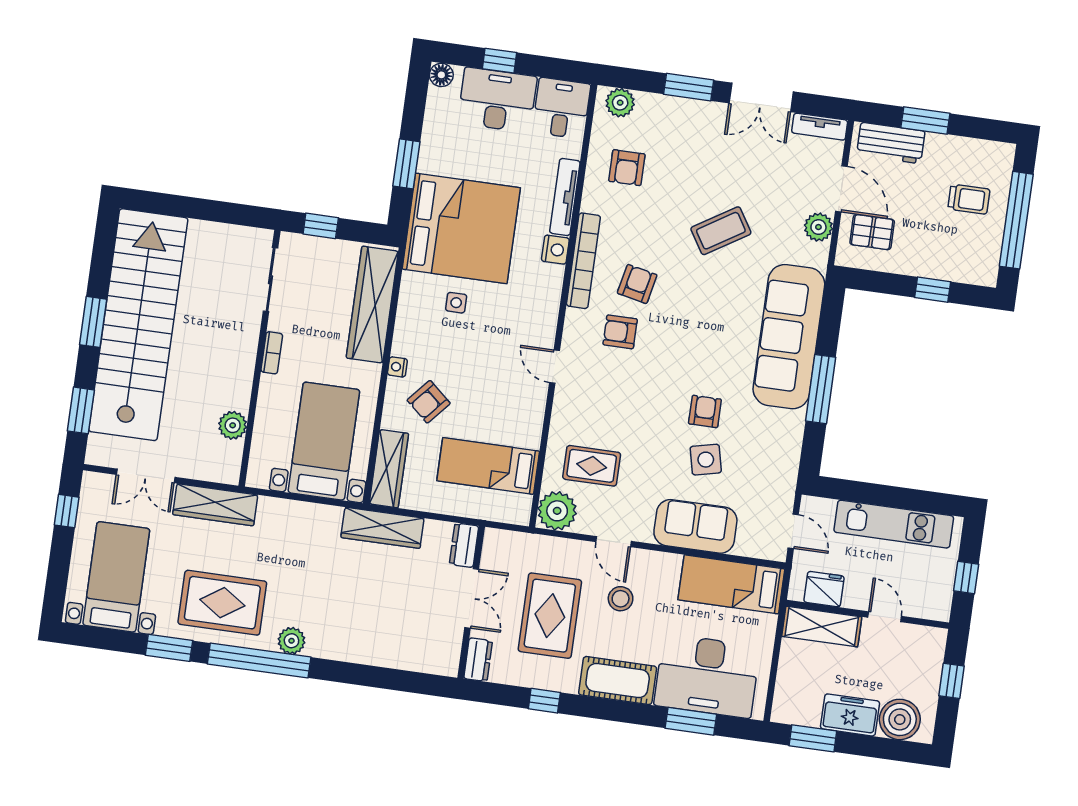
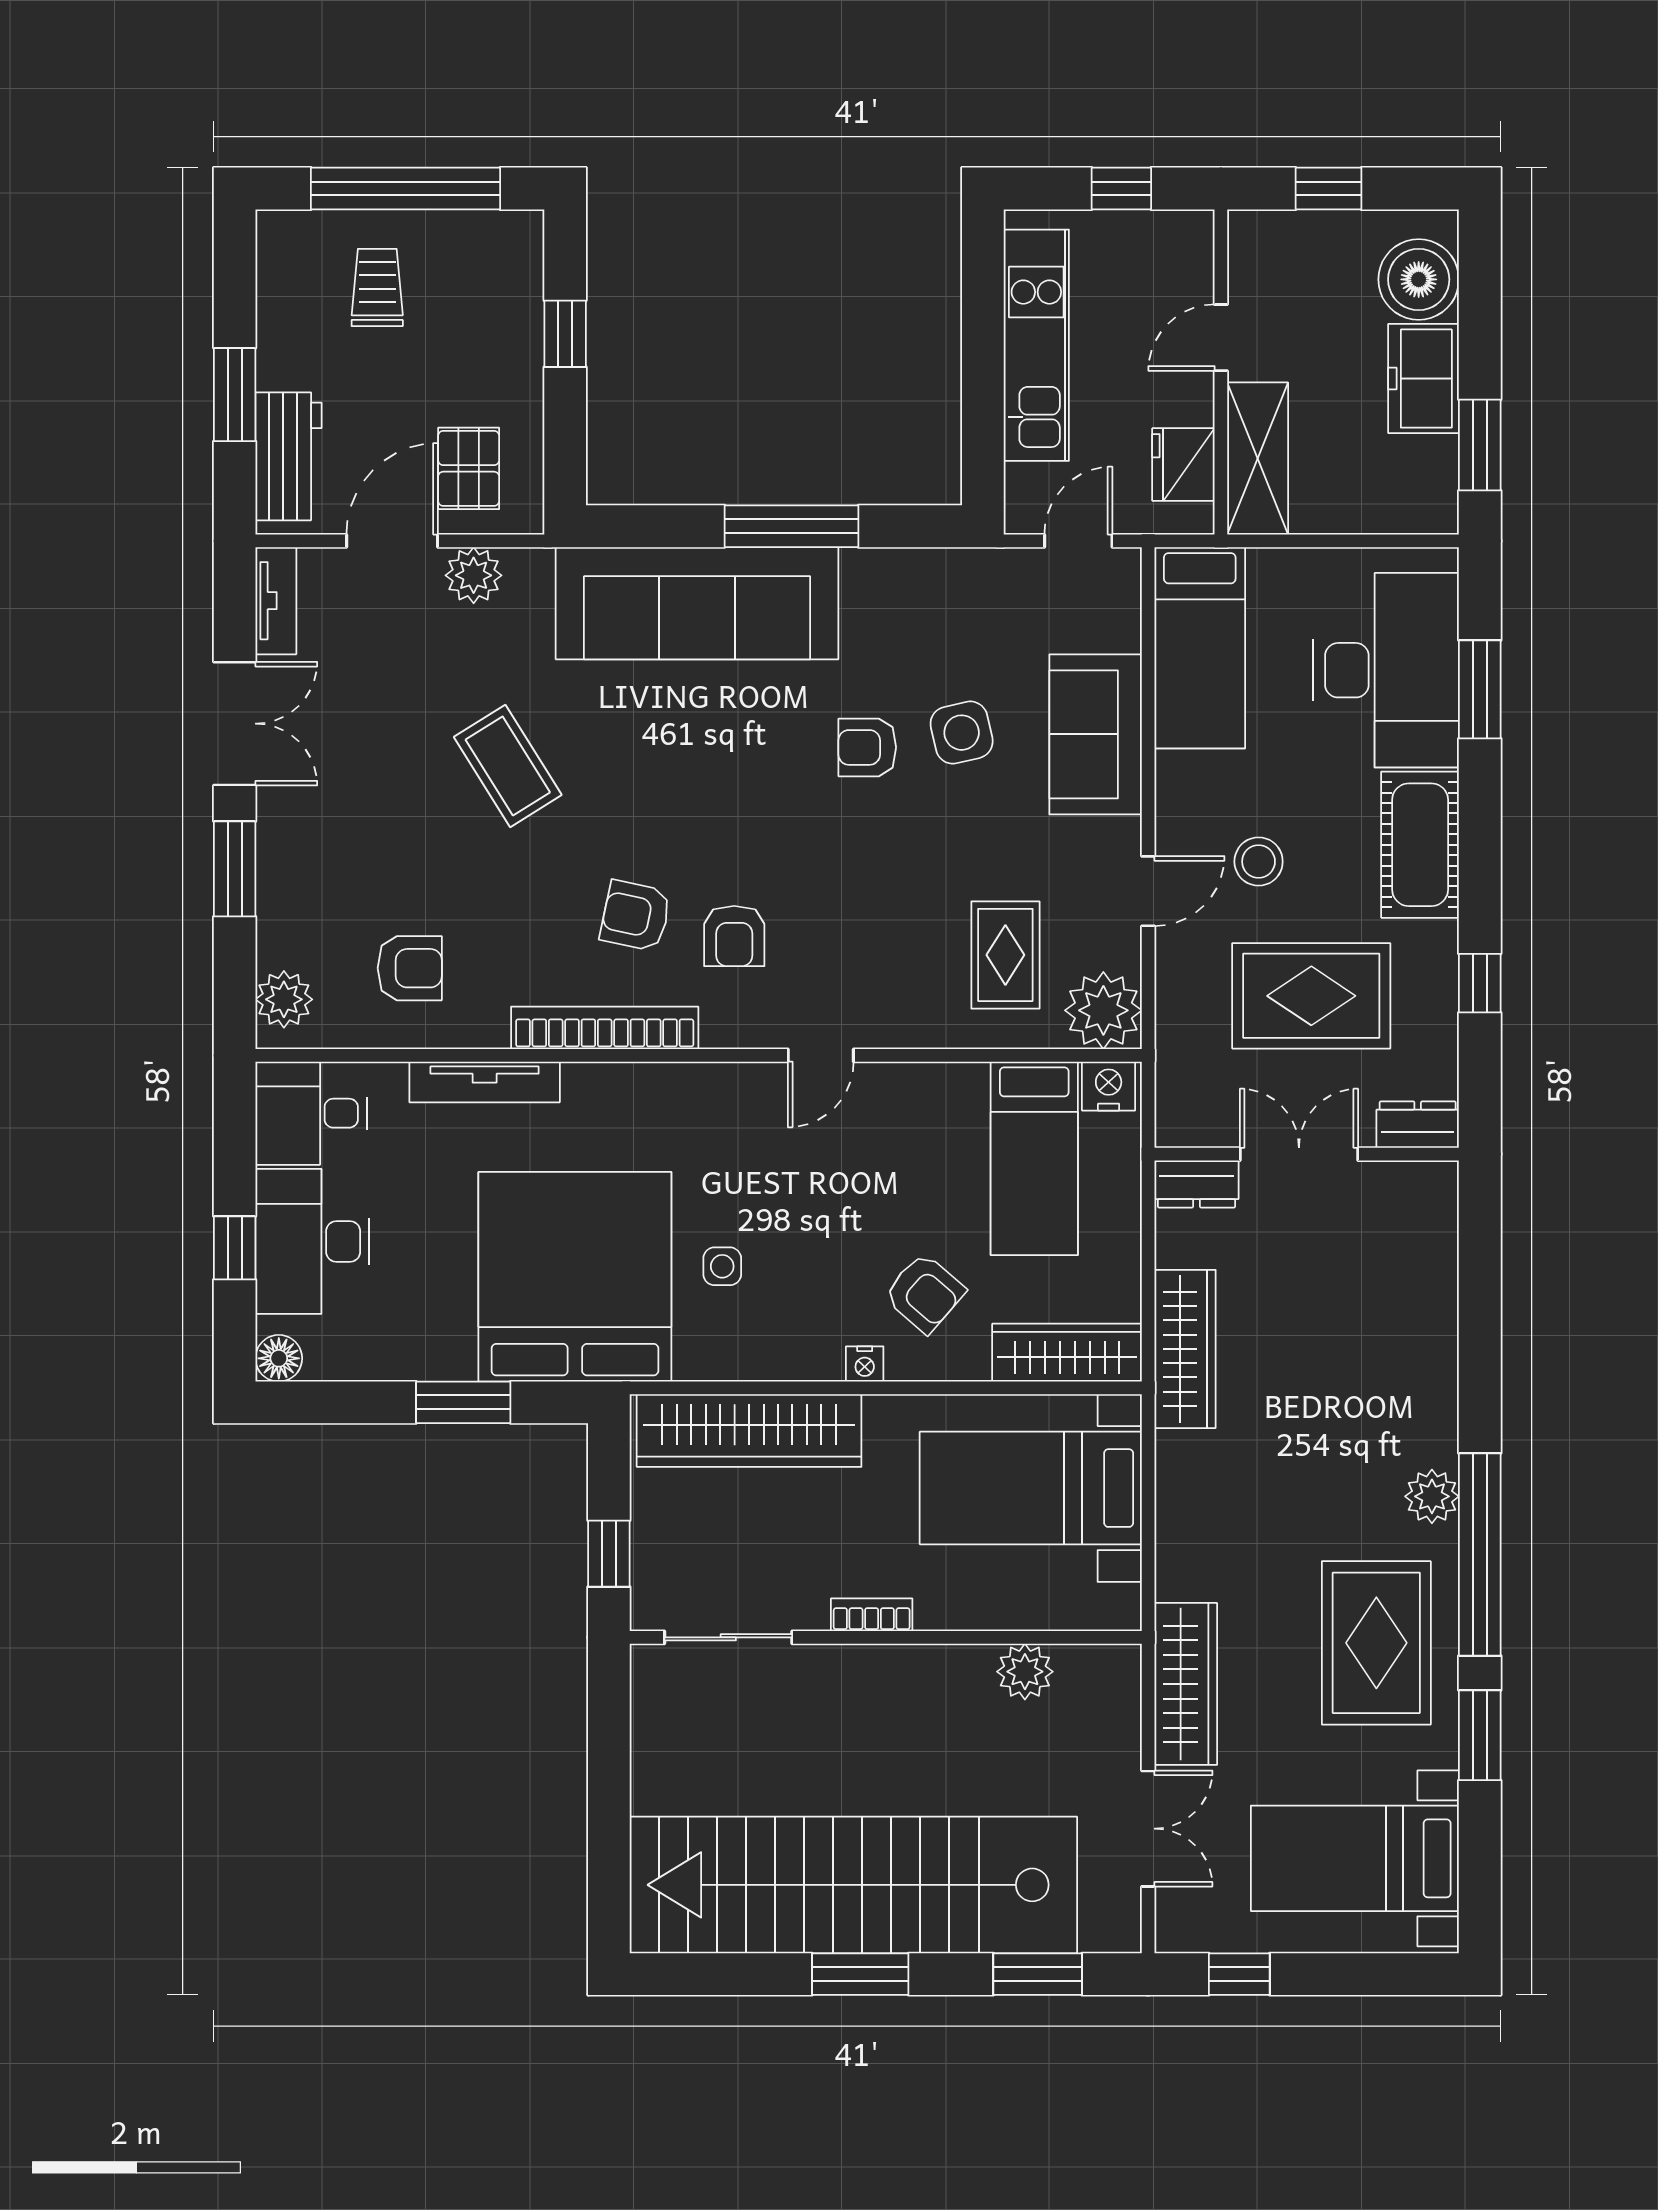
nightstand: (555, 250) -> (1109, 1086), moved

